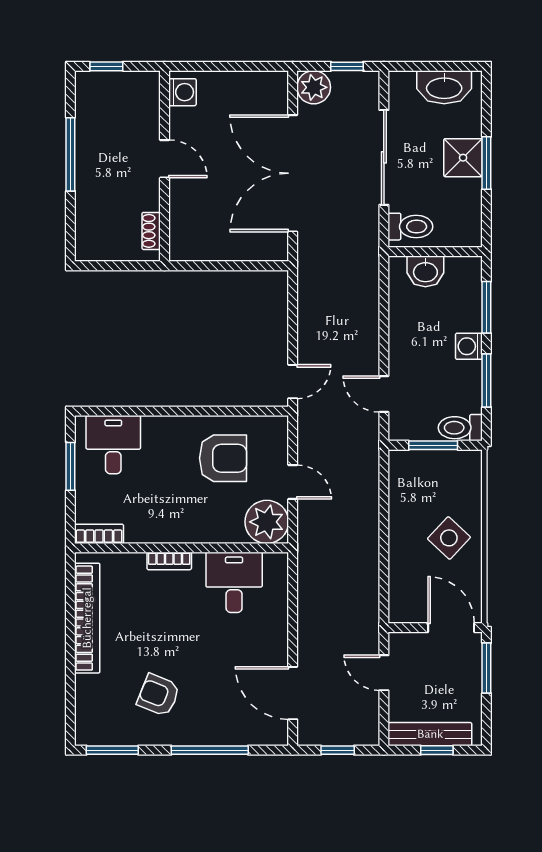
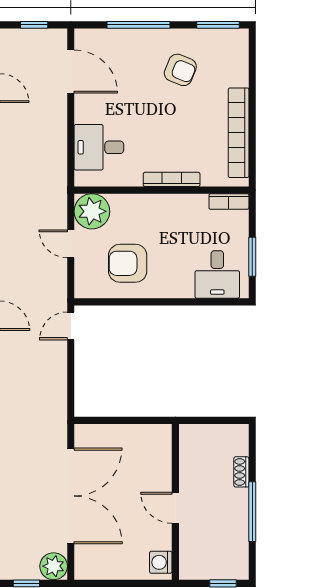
shoe rack: (151, 231) -> (241, 472), moved, turned 180
bookcase: (169, 561) -> (172, 179), width x1.56
desk: (234, 582) -> (99, 147), moved, turned 90

